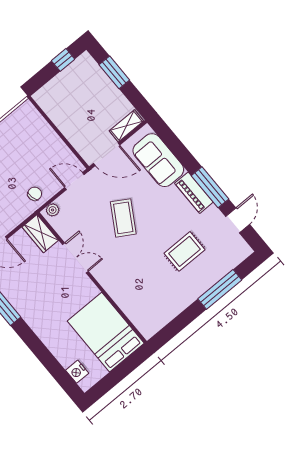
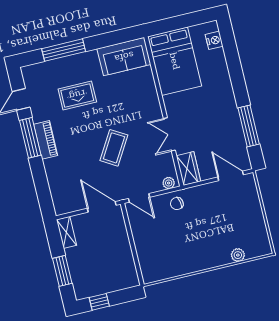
shelving: (126, 126) -> (66, 232), moved, turned 90
sofa: (158, 160) -> (124, 57), moved, turned 90

